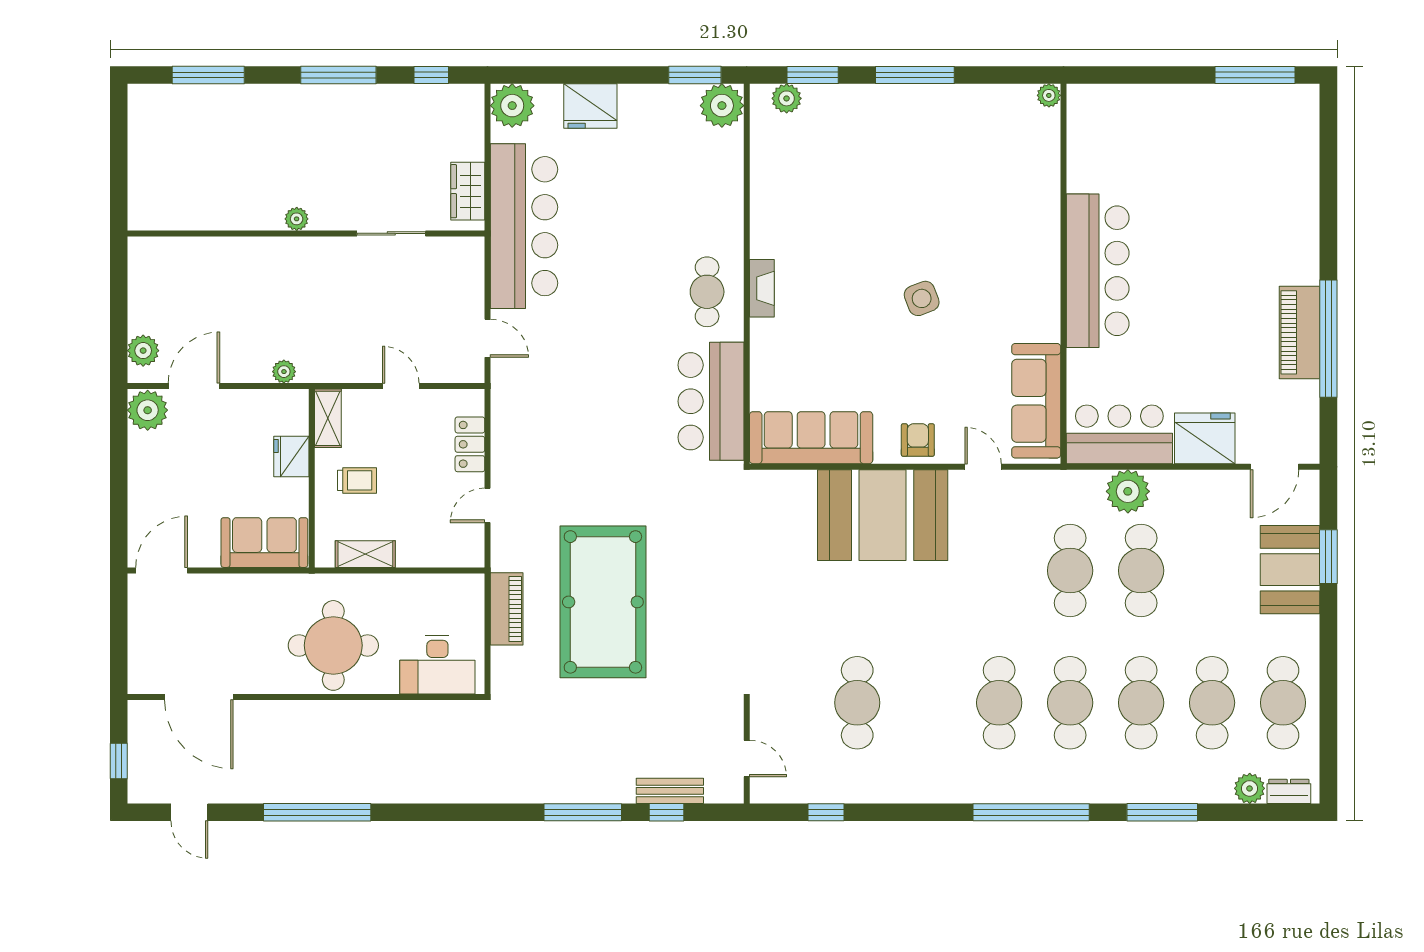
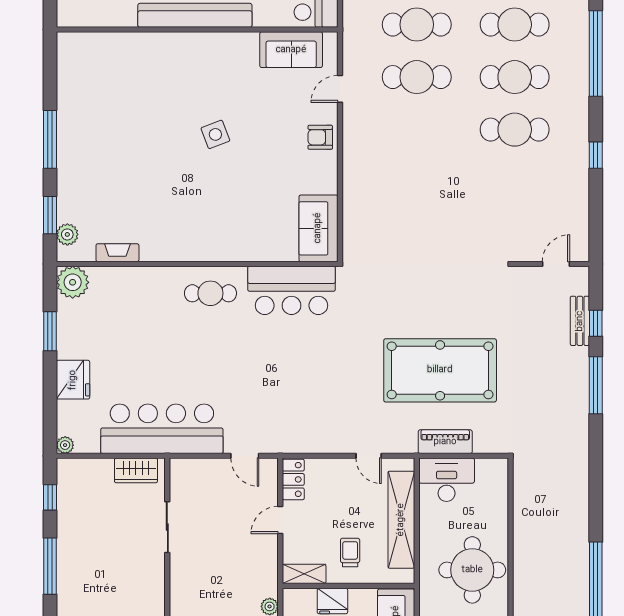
window: (695, 75) -> (50, 331), moved
plant: (1049, 95) -> (65, 40), removed
plant: (512, 106) -> (65, 445), width x0.53, depth x0.53
plant: (297, 219) -> (156, 597), removed
fireplace: (762, 288) -> (117, 253), moved
door: (487, 338) -> (245, 456), swing flipped
sofa: (1036, 401) -> (291, 50), width x0.73
sofa: (811, 438) -> (318, 228), width x0.73
locker: (470, 444) -> (293, 479), moved, turned -90
booth: (883, 515) -> (376, 163), removed
shelving: (365, 554) -> (401, 520), width x2.20, depth x1.33
cafe table: (999, 571) -> (417, 77), added
desk: (437, 665) -> (447, 480), moved, turned -90
cafe table: (857, 703) -> (515, 130), moved
window: (826, 812) -> (596, 155), moved

